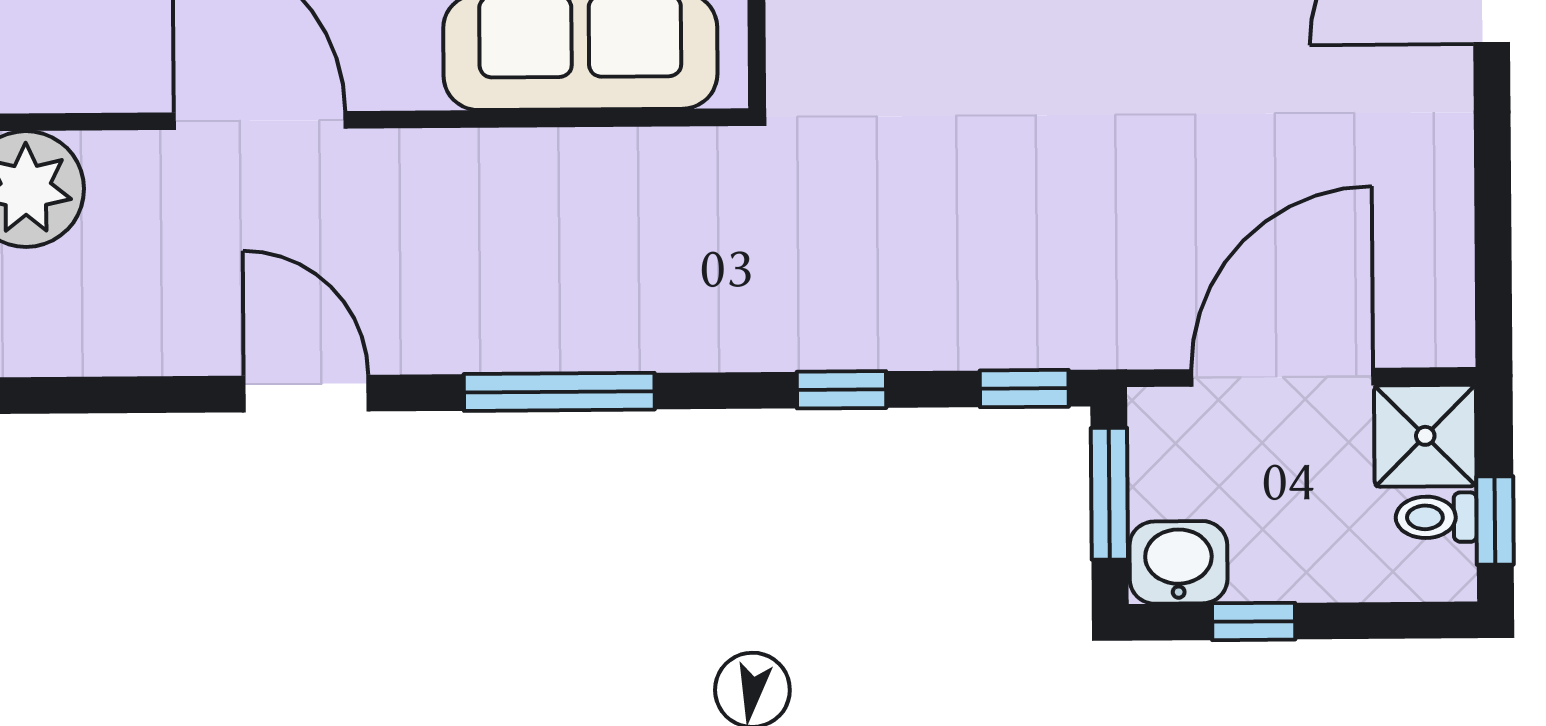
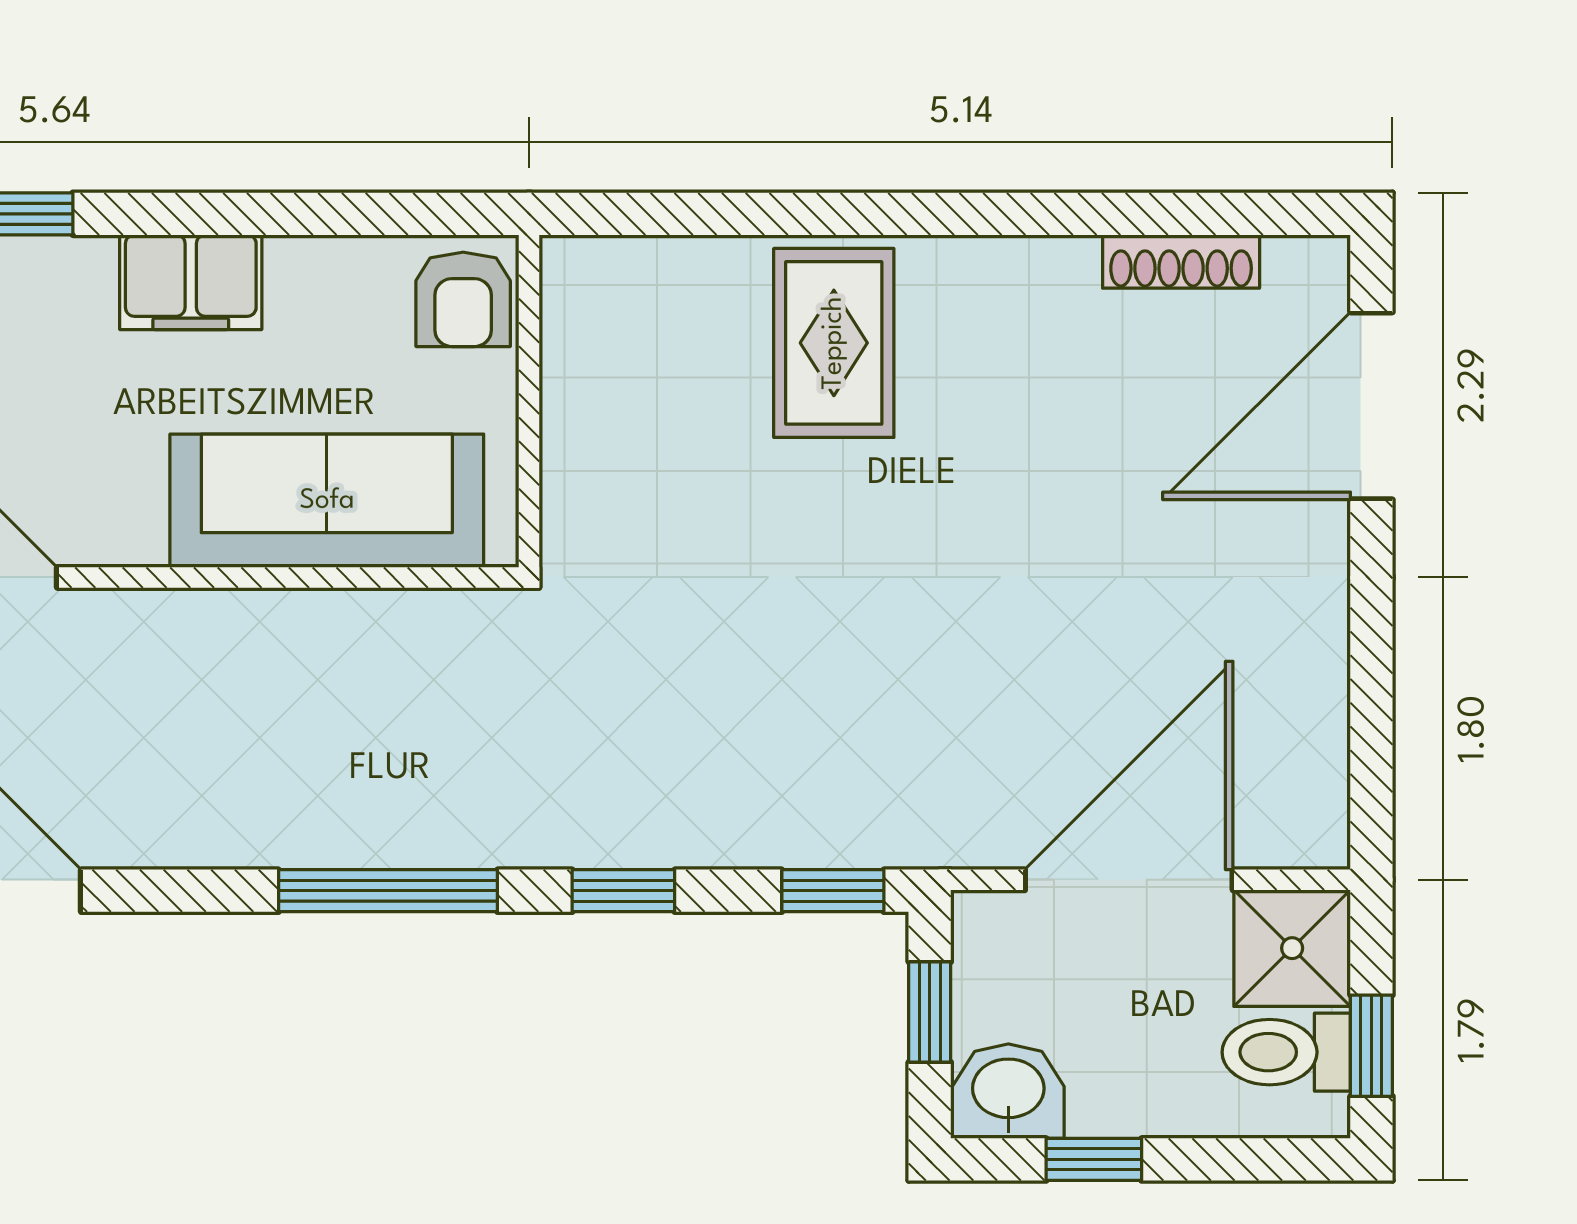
window: (559, 392) -> (388, 891), moved
window: (1109, 494) -> (930, 1012), width x0.67
toilet: (1436, 517) -> (1286, 1052), width x1.37, depth x1.39

